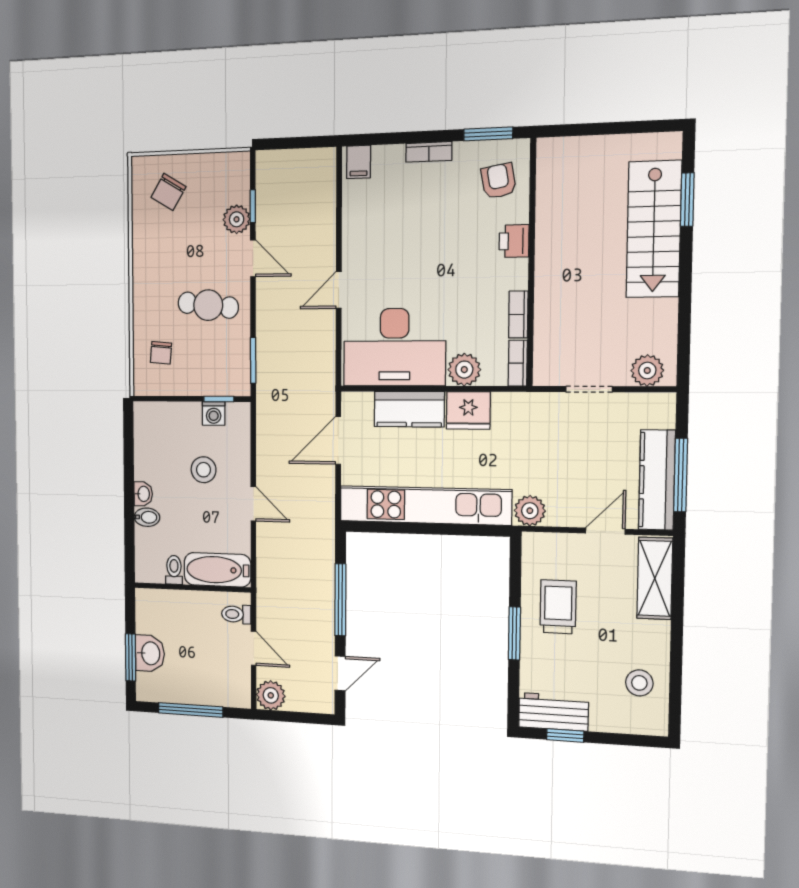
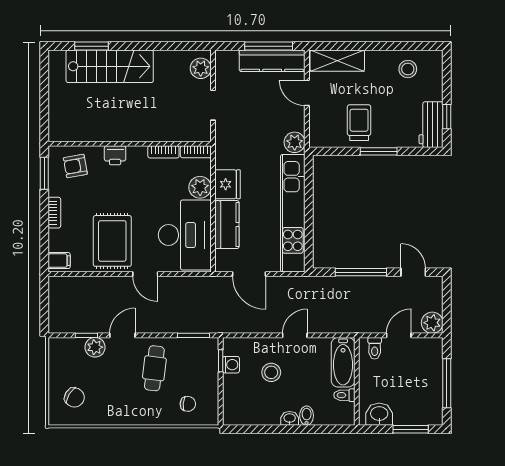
rug: (387, 240) -> (112, 241), added
trolley: (558, 607) -> (359, 123), turned 90
washbasin: (150, 653) -> (379, 414), moved

